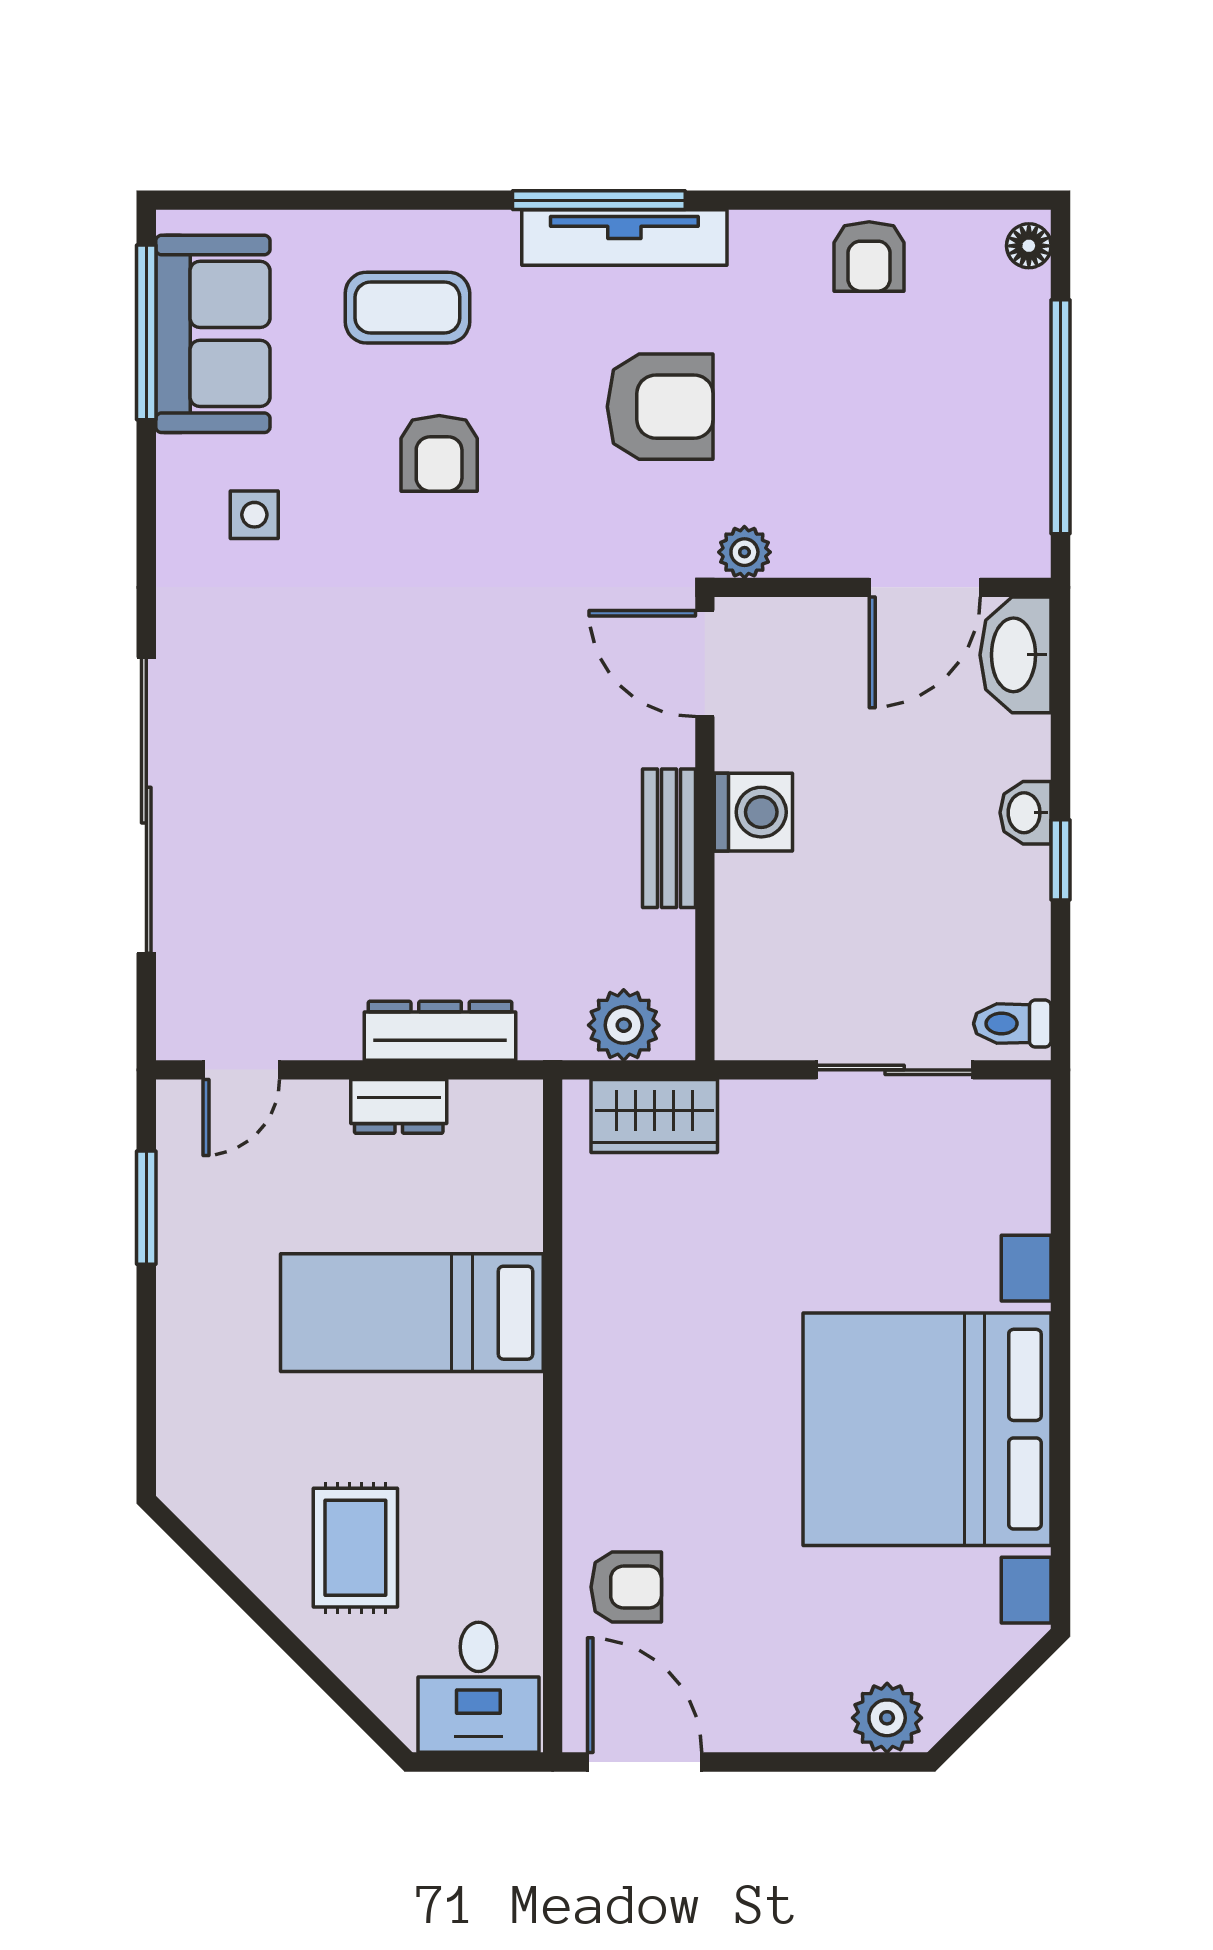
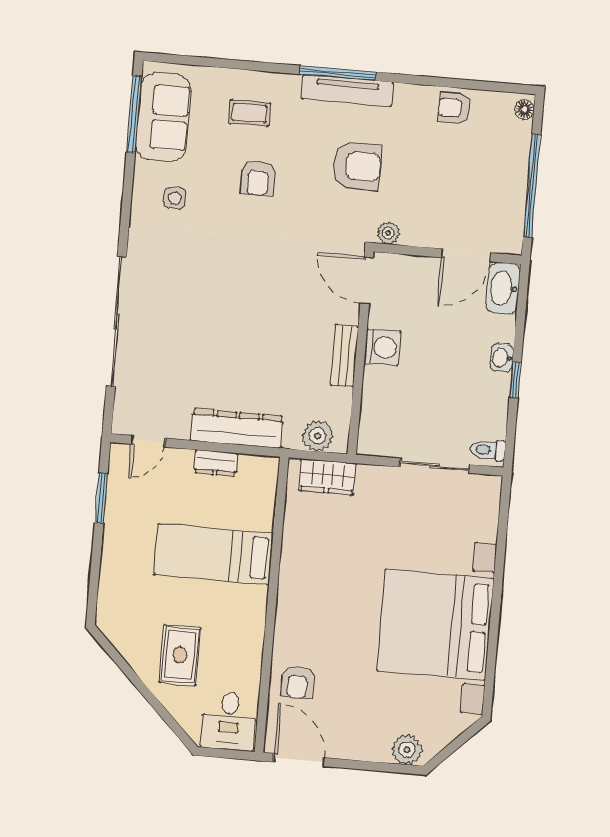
armchair: (869, 256) -> (454, 108), turned 90
coffee table: (407, 308) -> (250, 113), width x0.73, depth x0.77
dresser: (440, 1031) -> (237, 428), width x1.37, depth x1.24
armchair: (626, 1587) -> (297, 682), turned 90

